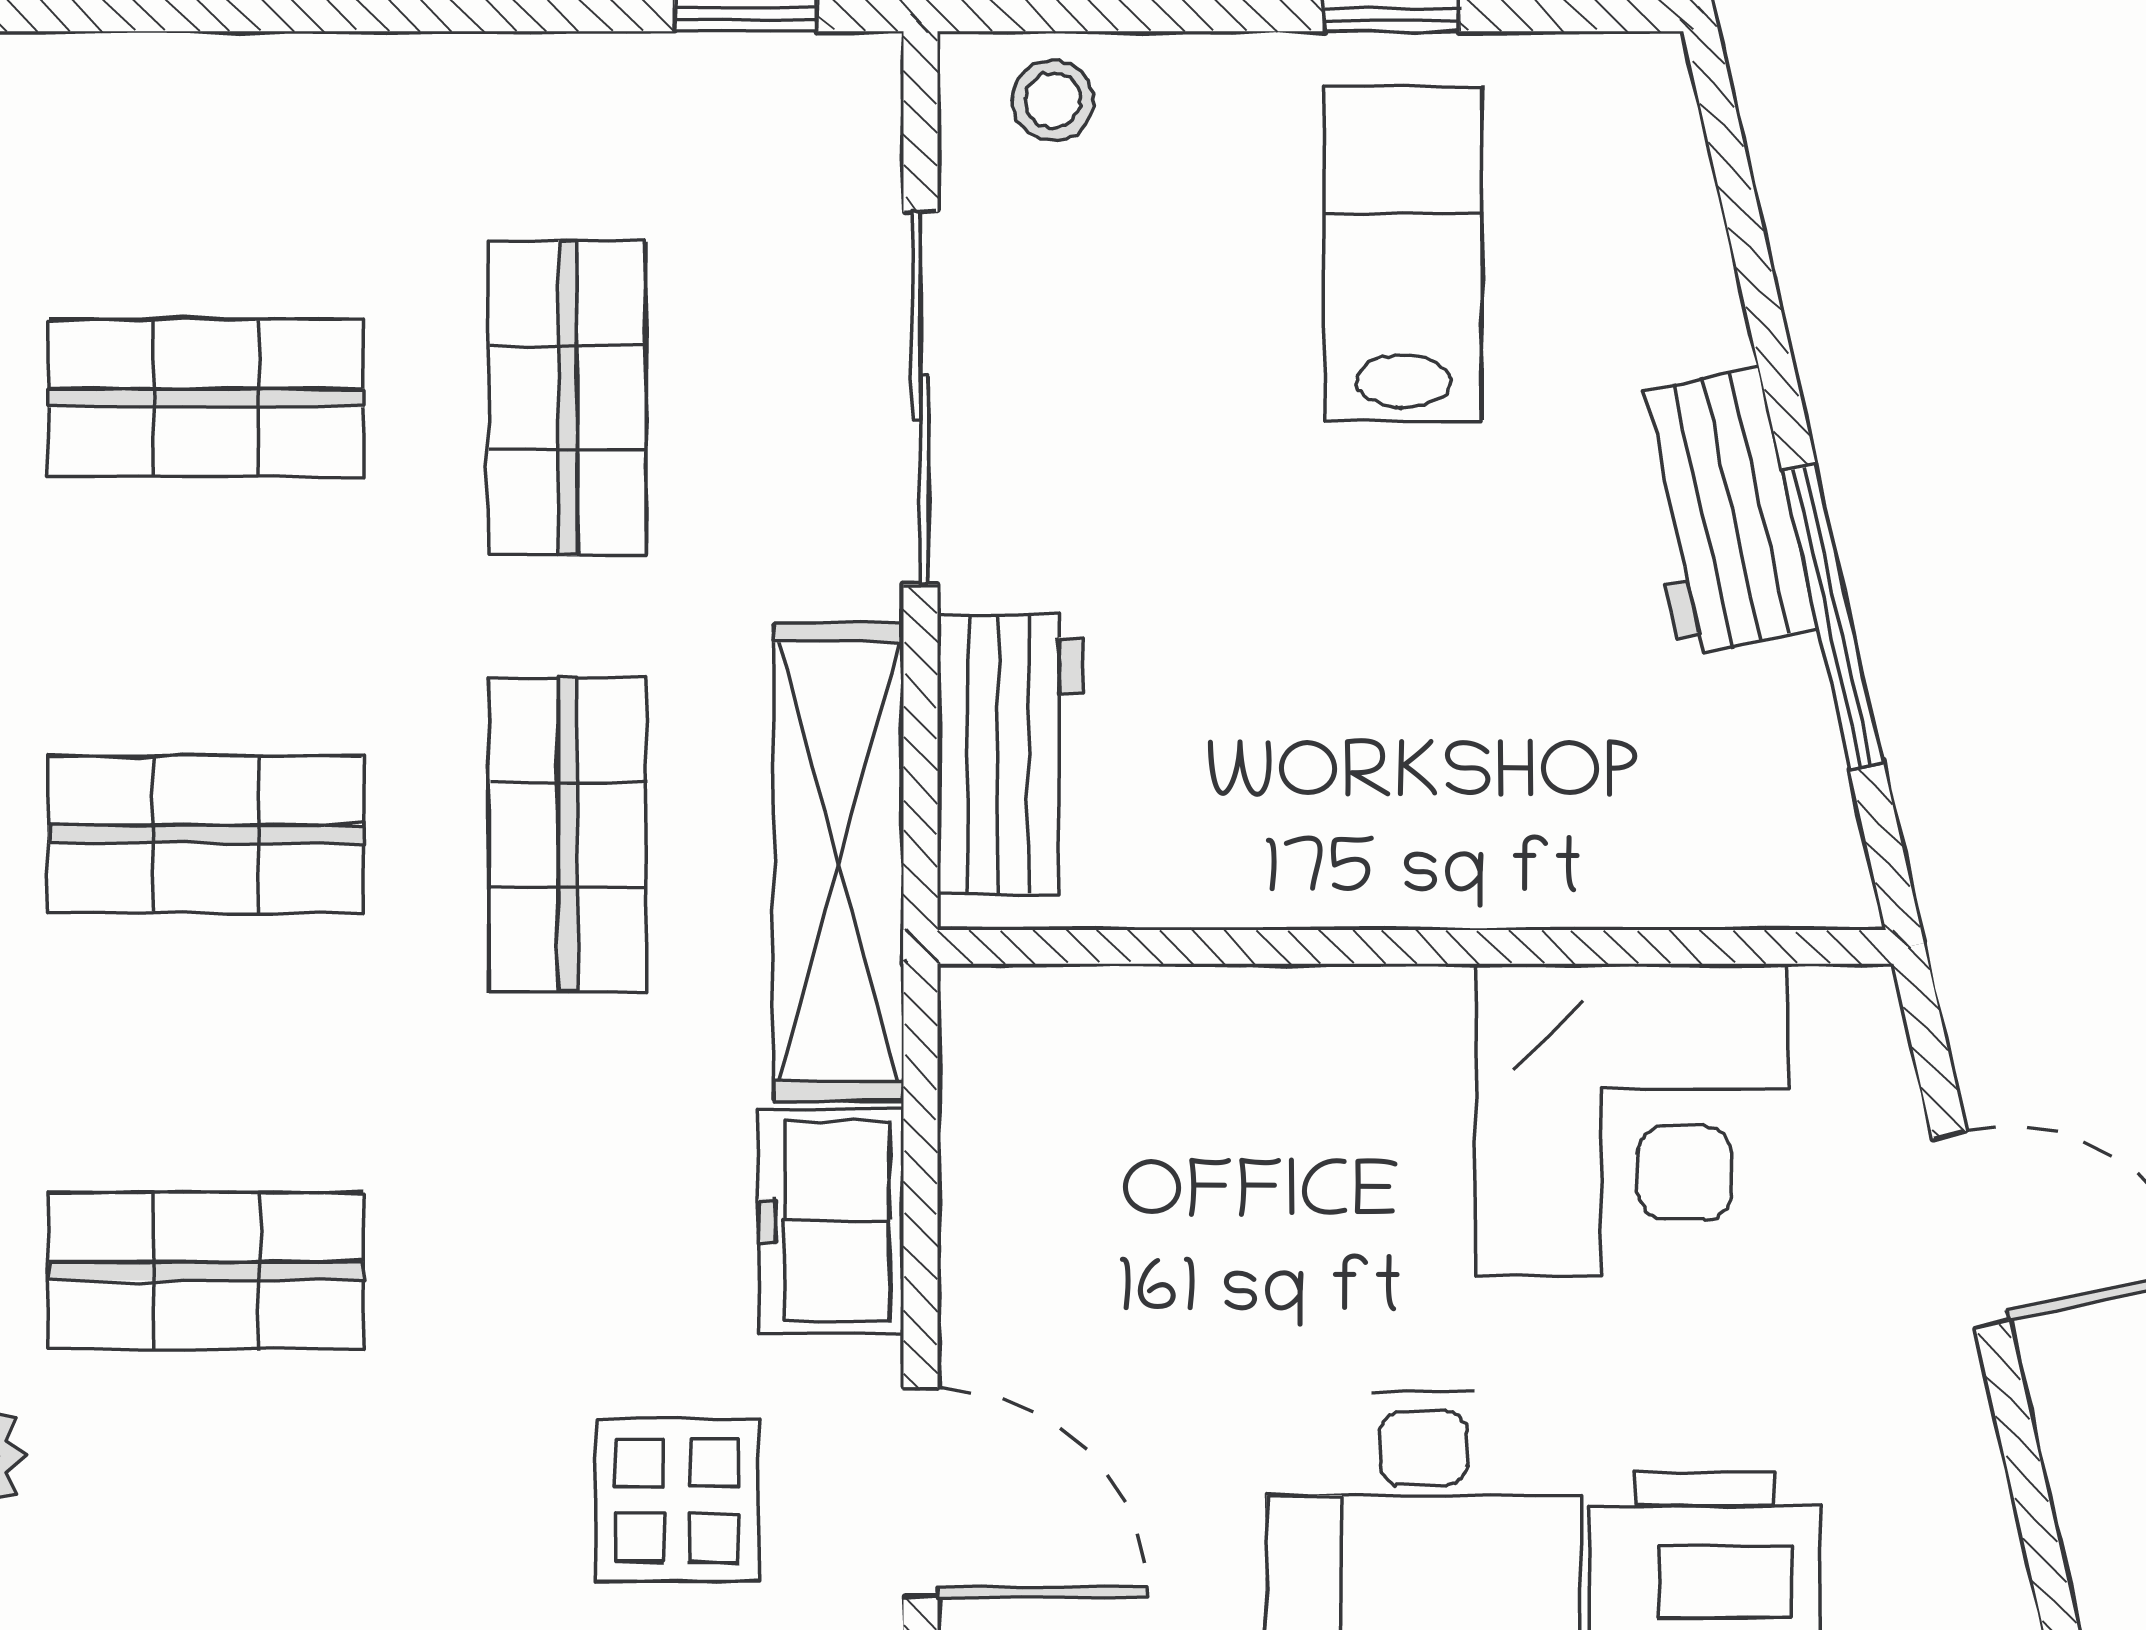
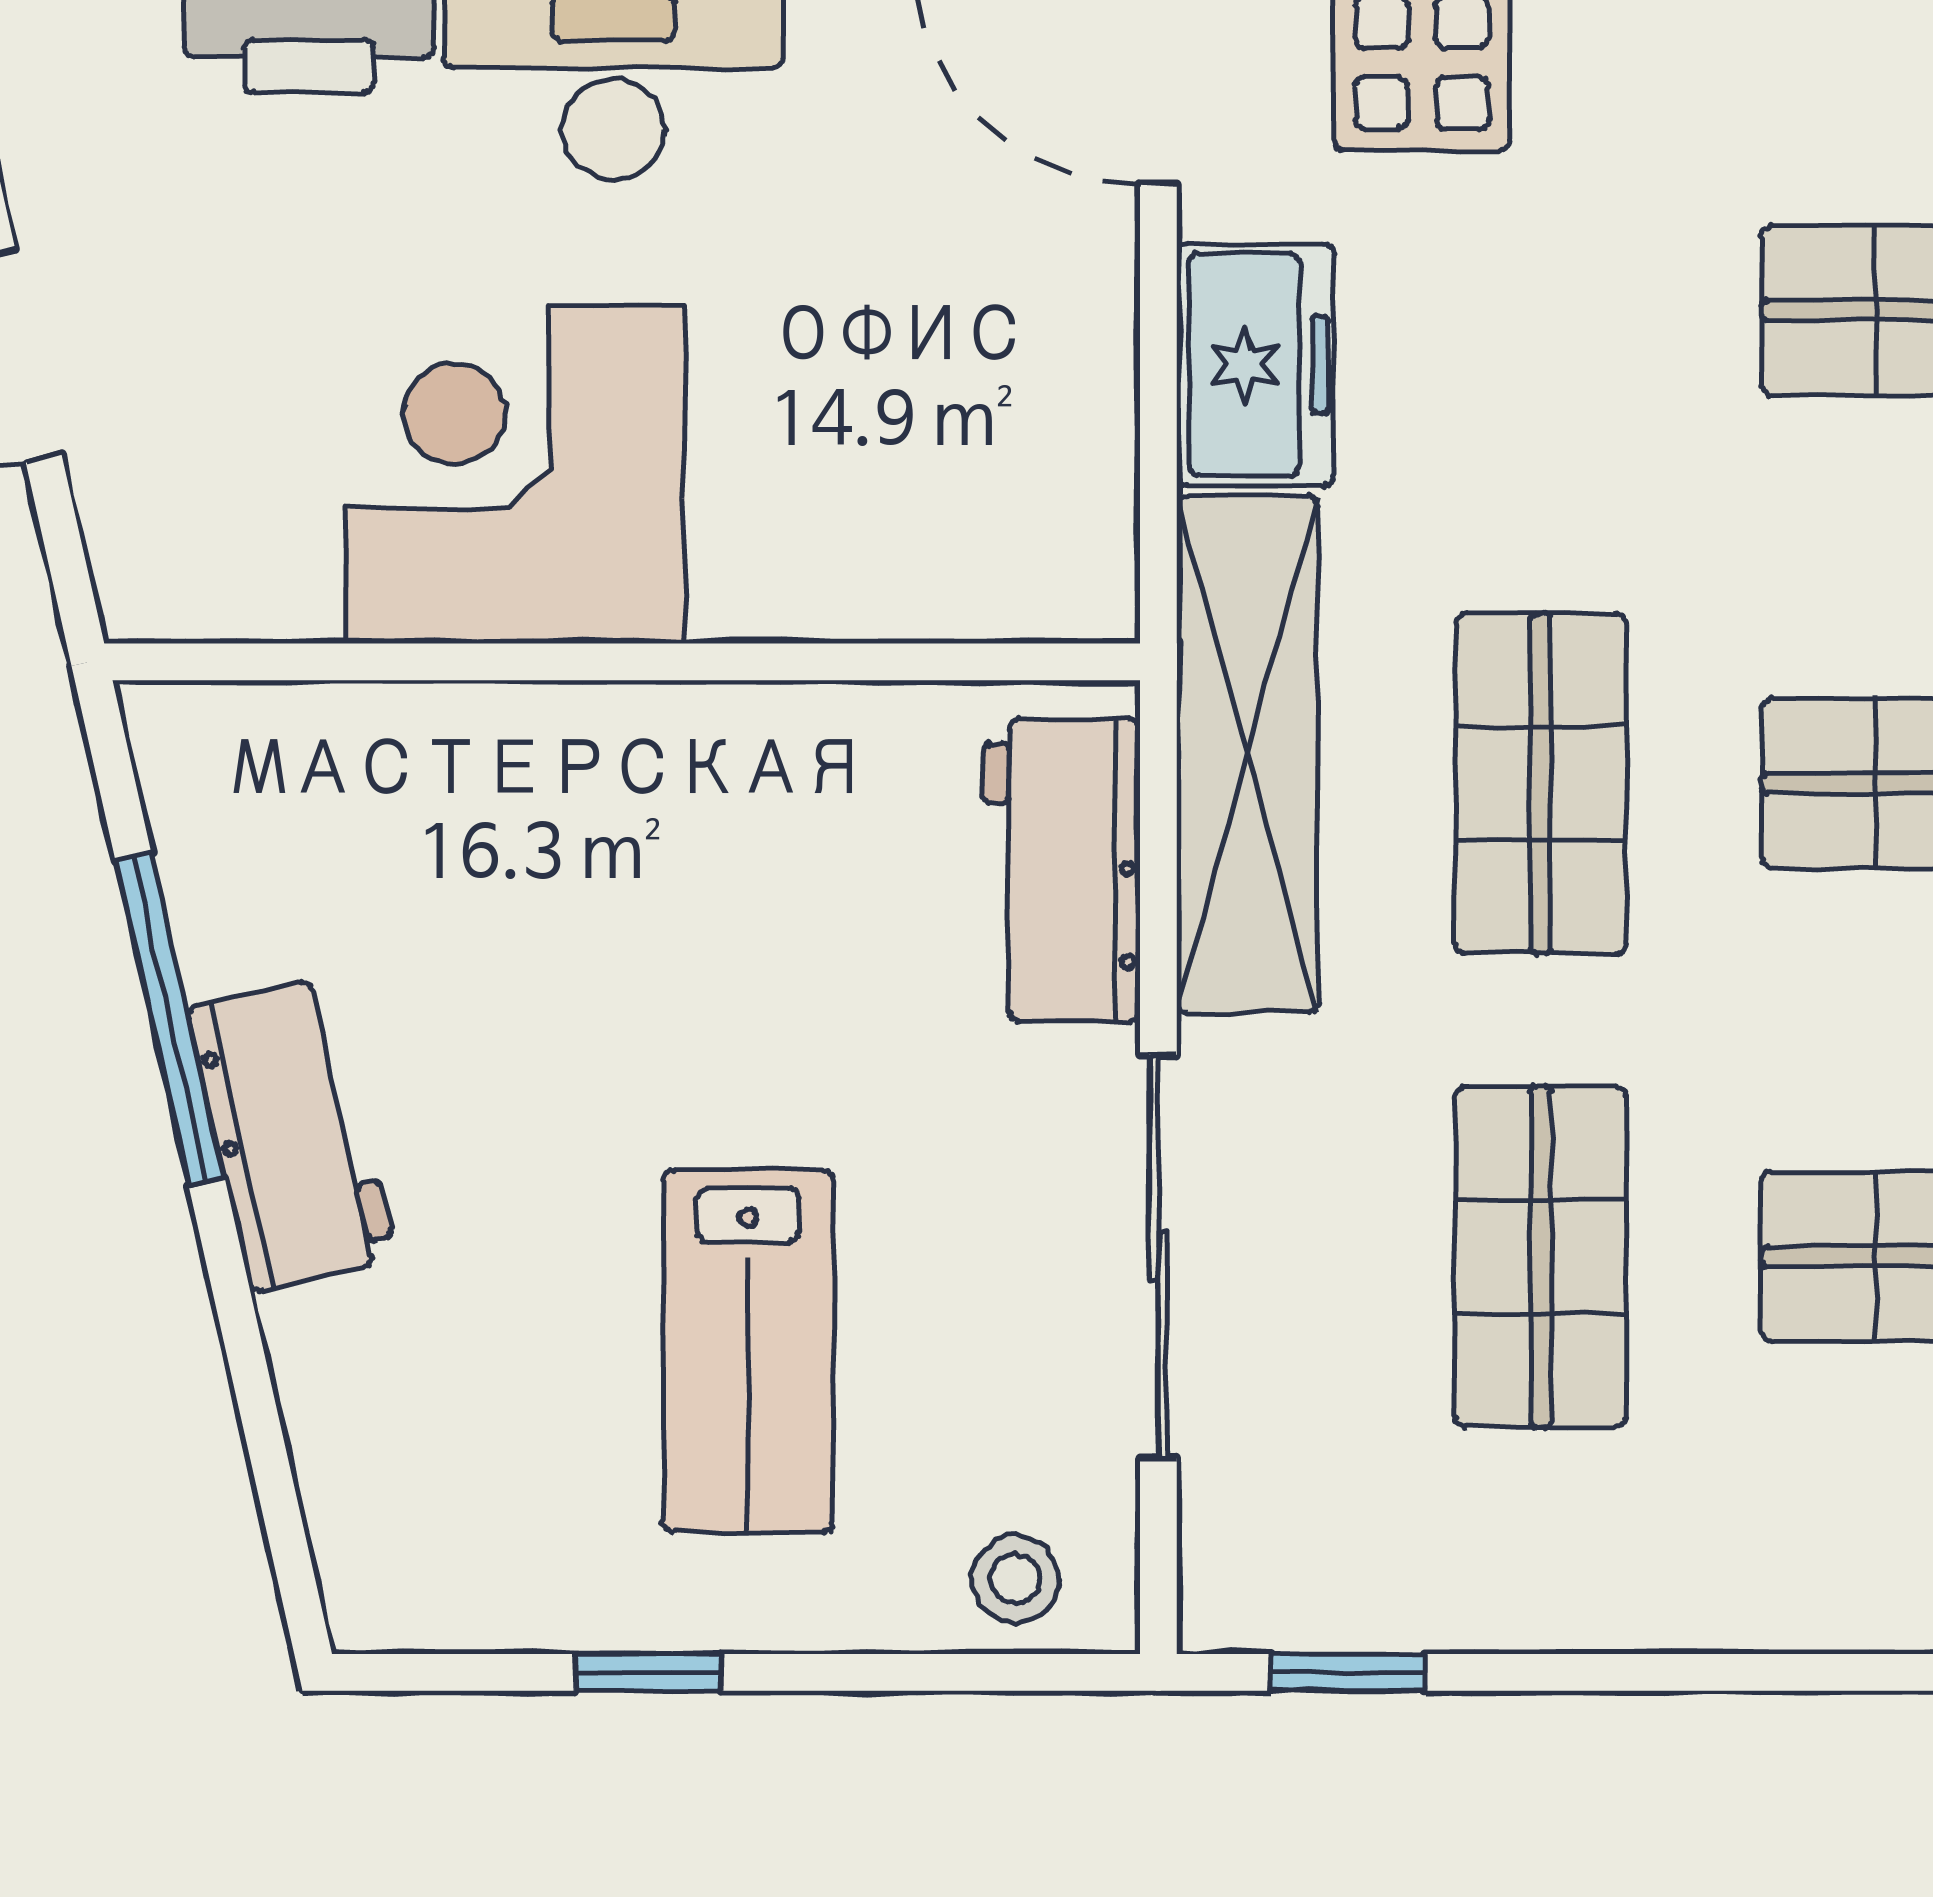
lab bench: (1403, 254) -> (748, 1351), moved
corner desk: (1632, 1120) -> (515, 475), moved

